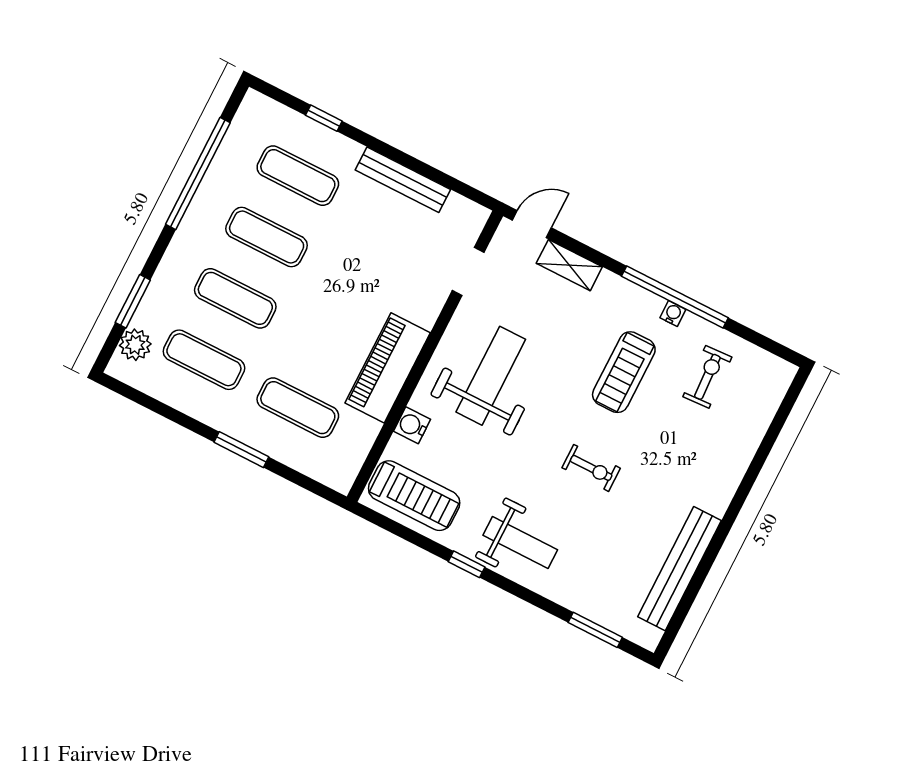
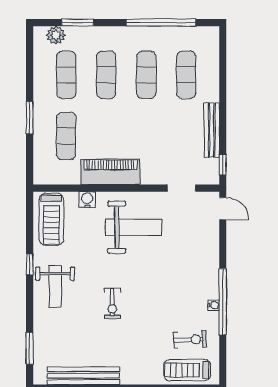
window: (324, 118) -> (223, 165), moved
shelving: (569, 265) -> (211, 239), removed
treadmill: (624, 372) -> (187, 370), moved

